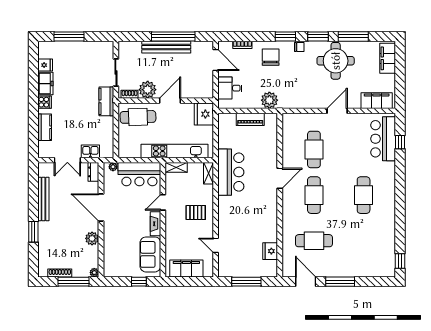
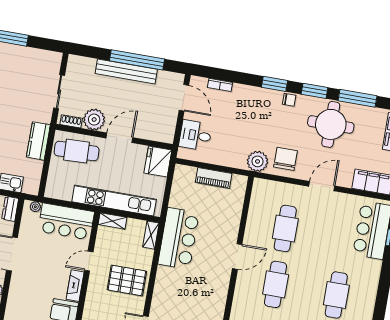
chair: (271, 57) -> (285, 159), moved
plant: (269, 100) -> (257, 161), moved
kitchen counter: (106, 101) -> (38, 141), moved
pallet: (196, 213) -> (127, 280), width x1.50, depth x1.42

